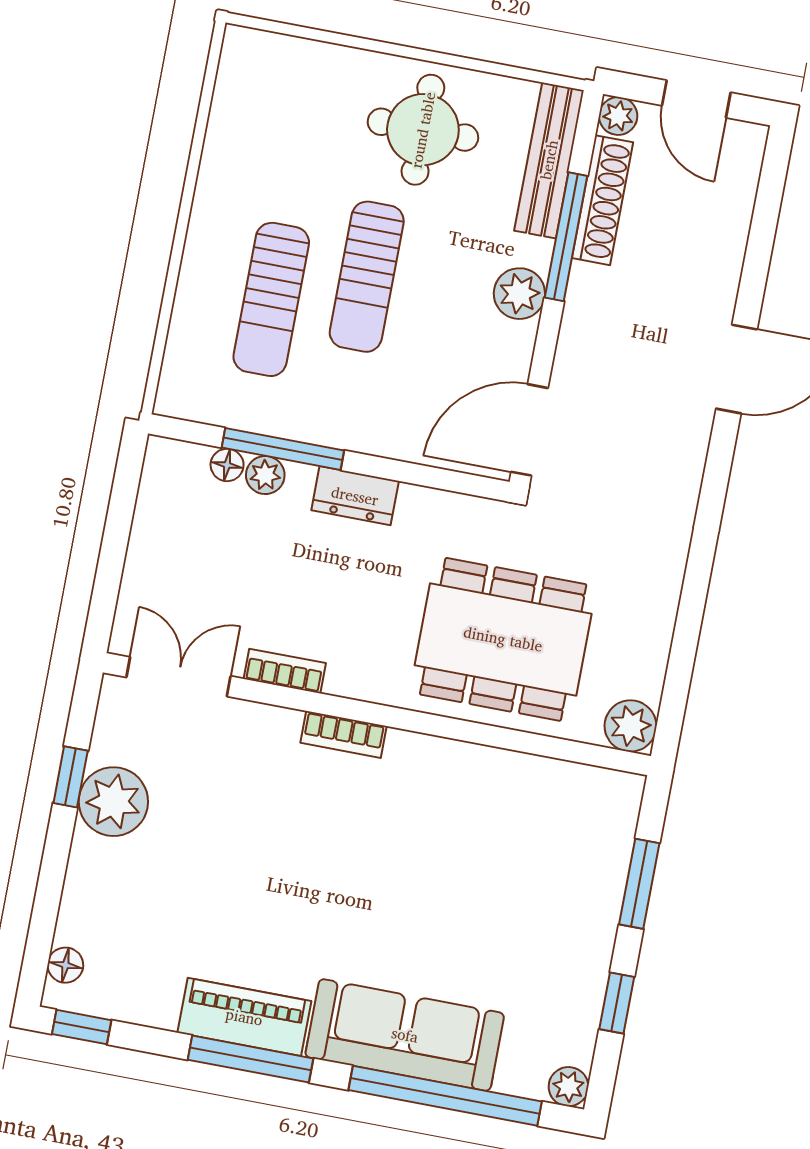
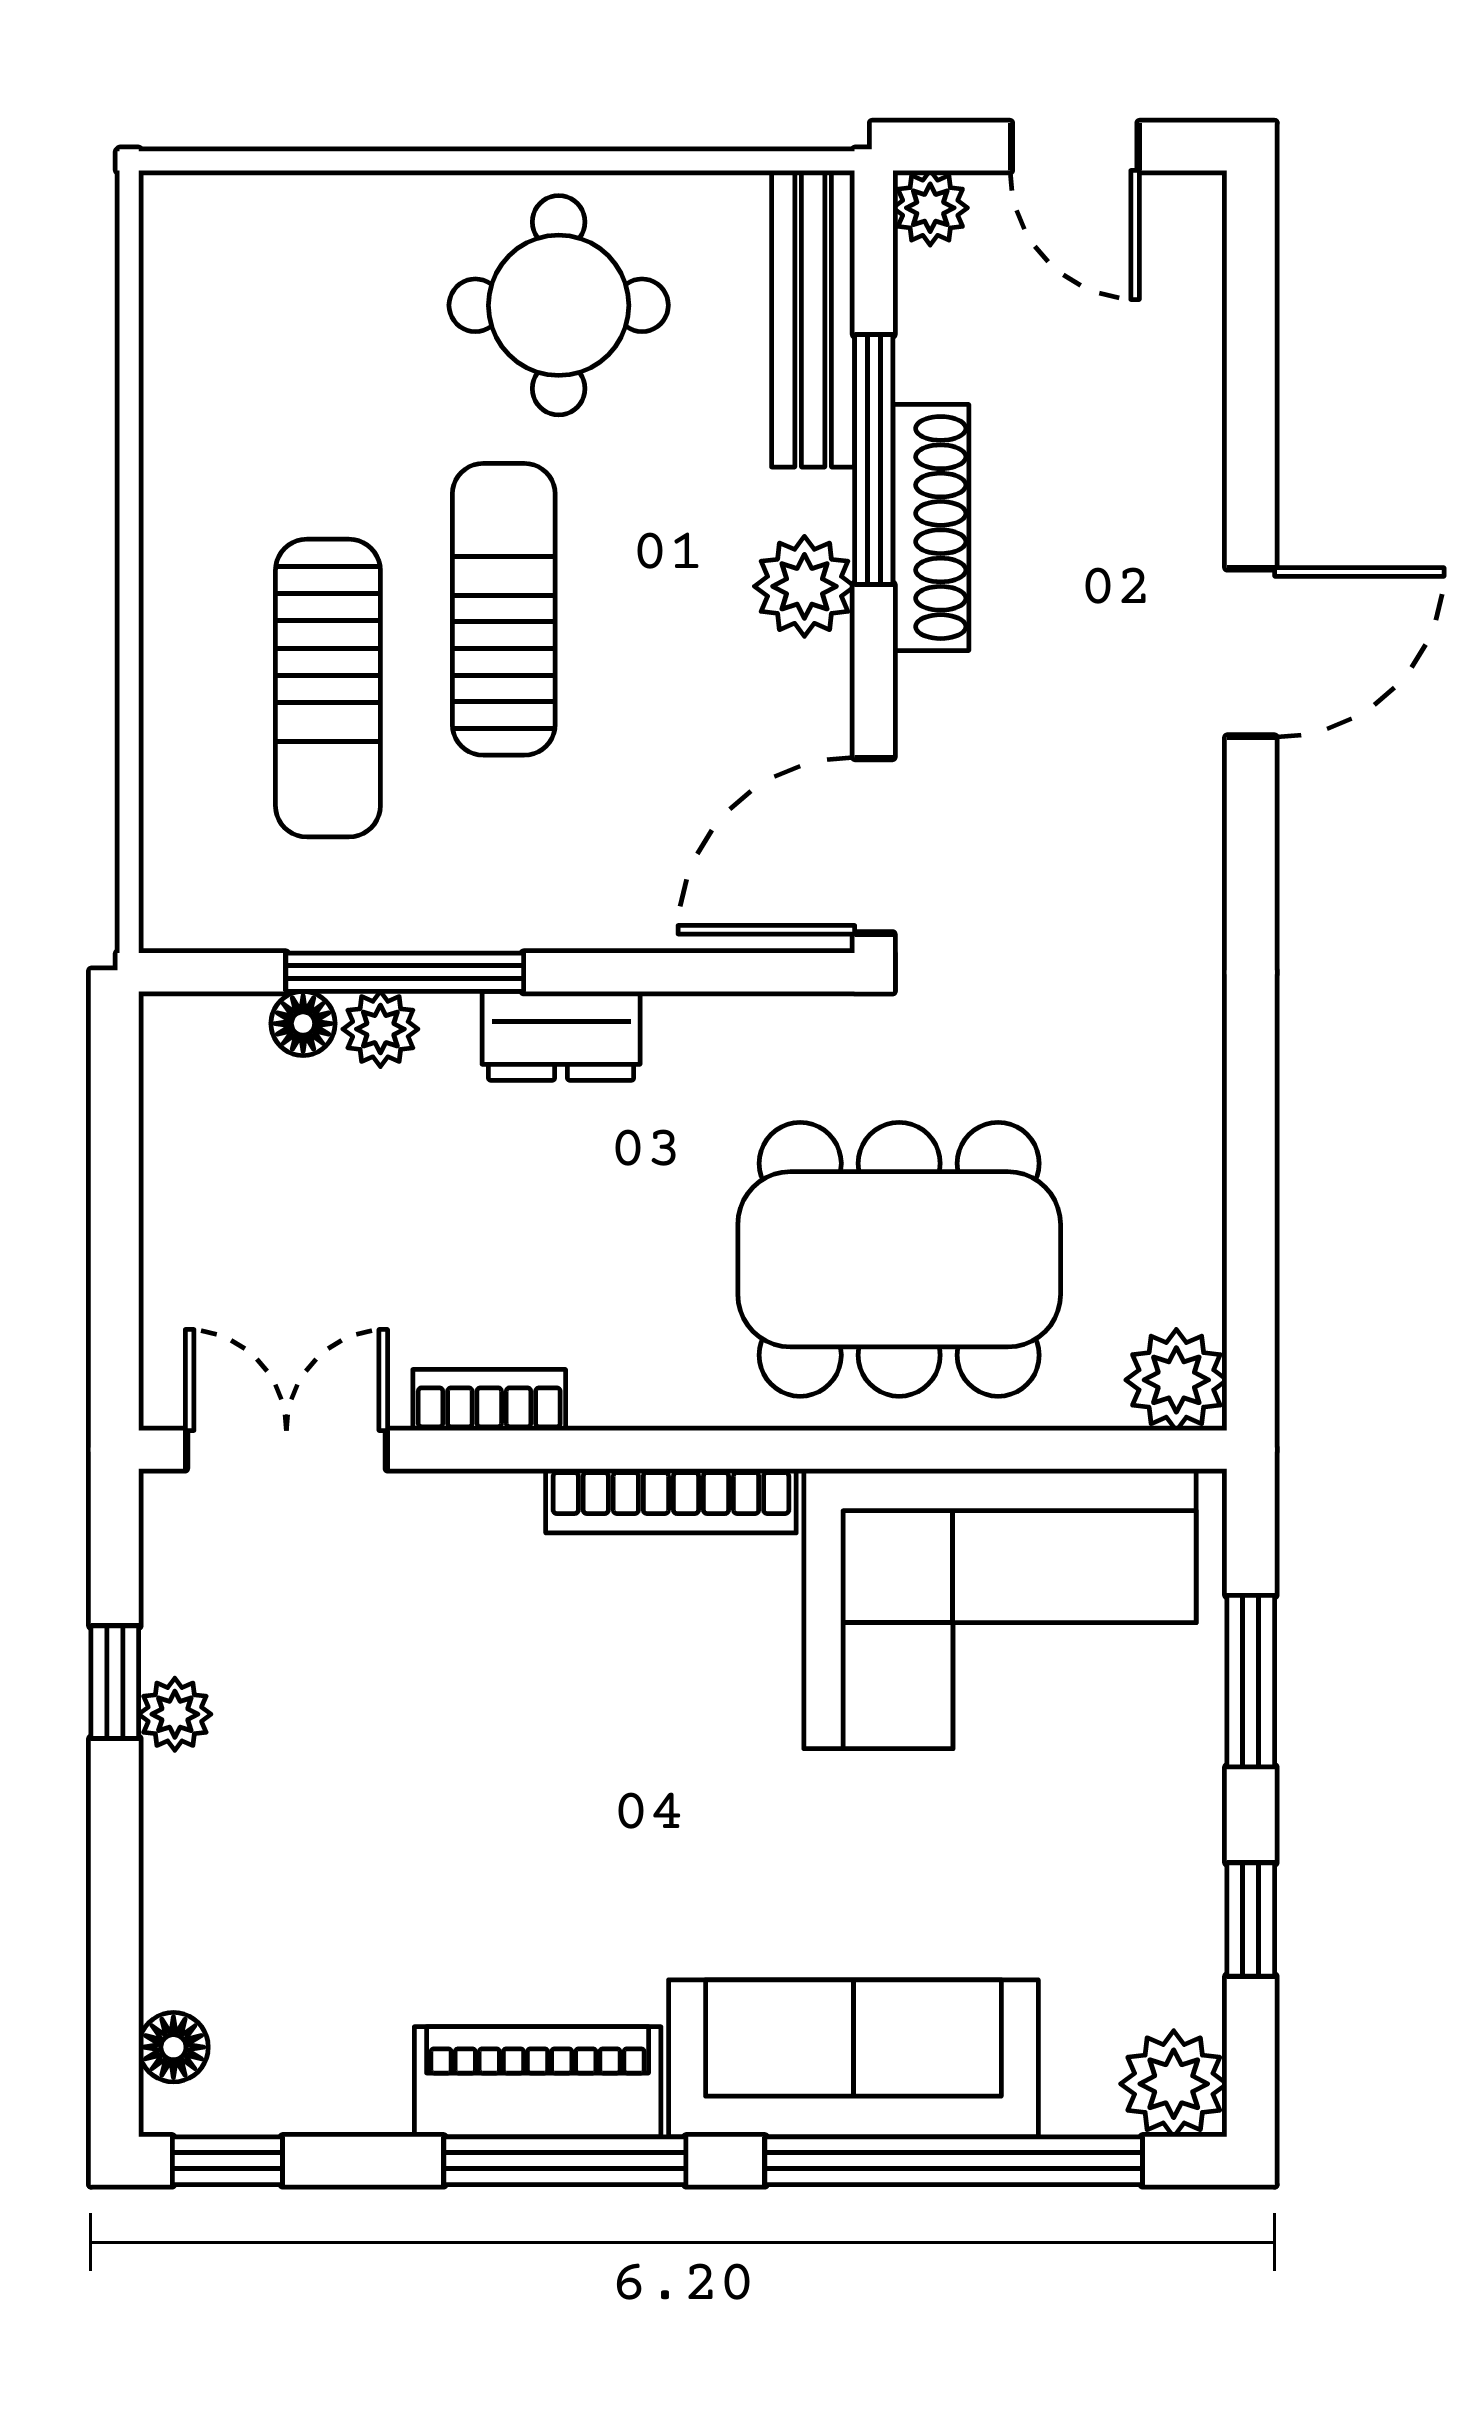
shoe rack: (603, 200) -> (931, 528), moved
sun lounger: (367, 277) -> (504, 609), turned 180
bookcase: (343, 734) -> (671, 1501), width x1.56
plant: (113, 802) -> (175, 1714), width x0.53, depth x0.53
corner sofa: (521, 824) -> (1000, 1609), added
plant: (568, 1087) -> (1174, 2084), width x1.38, depth x1.38

